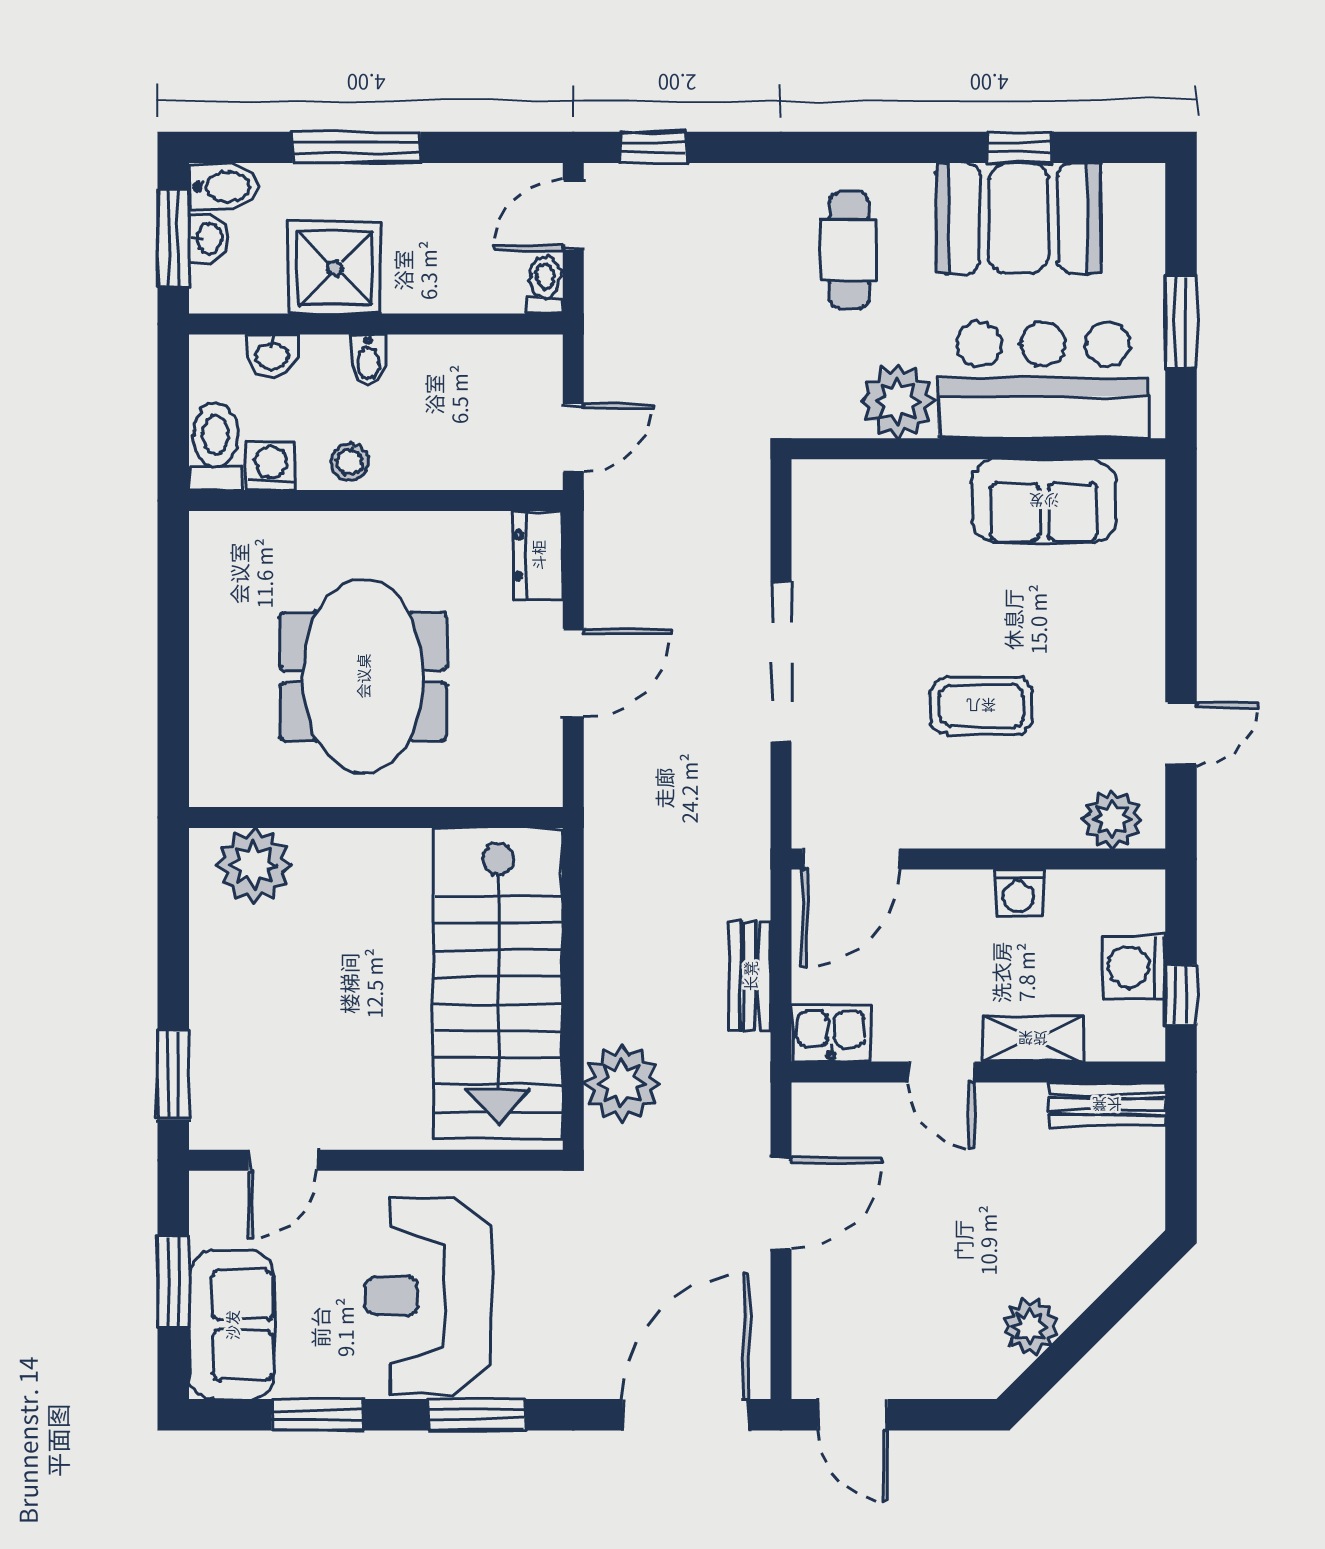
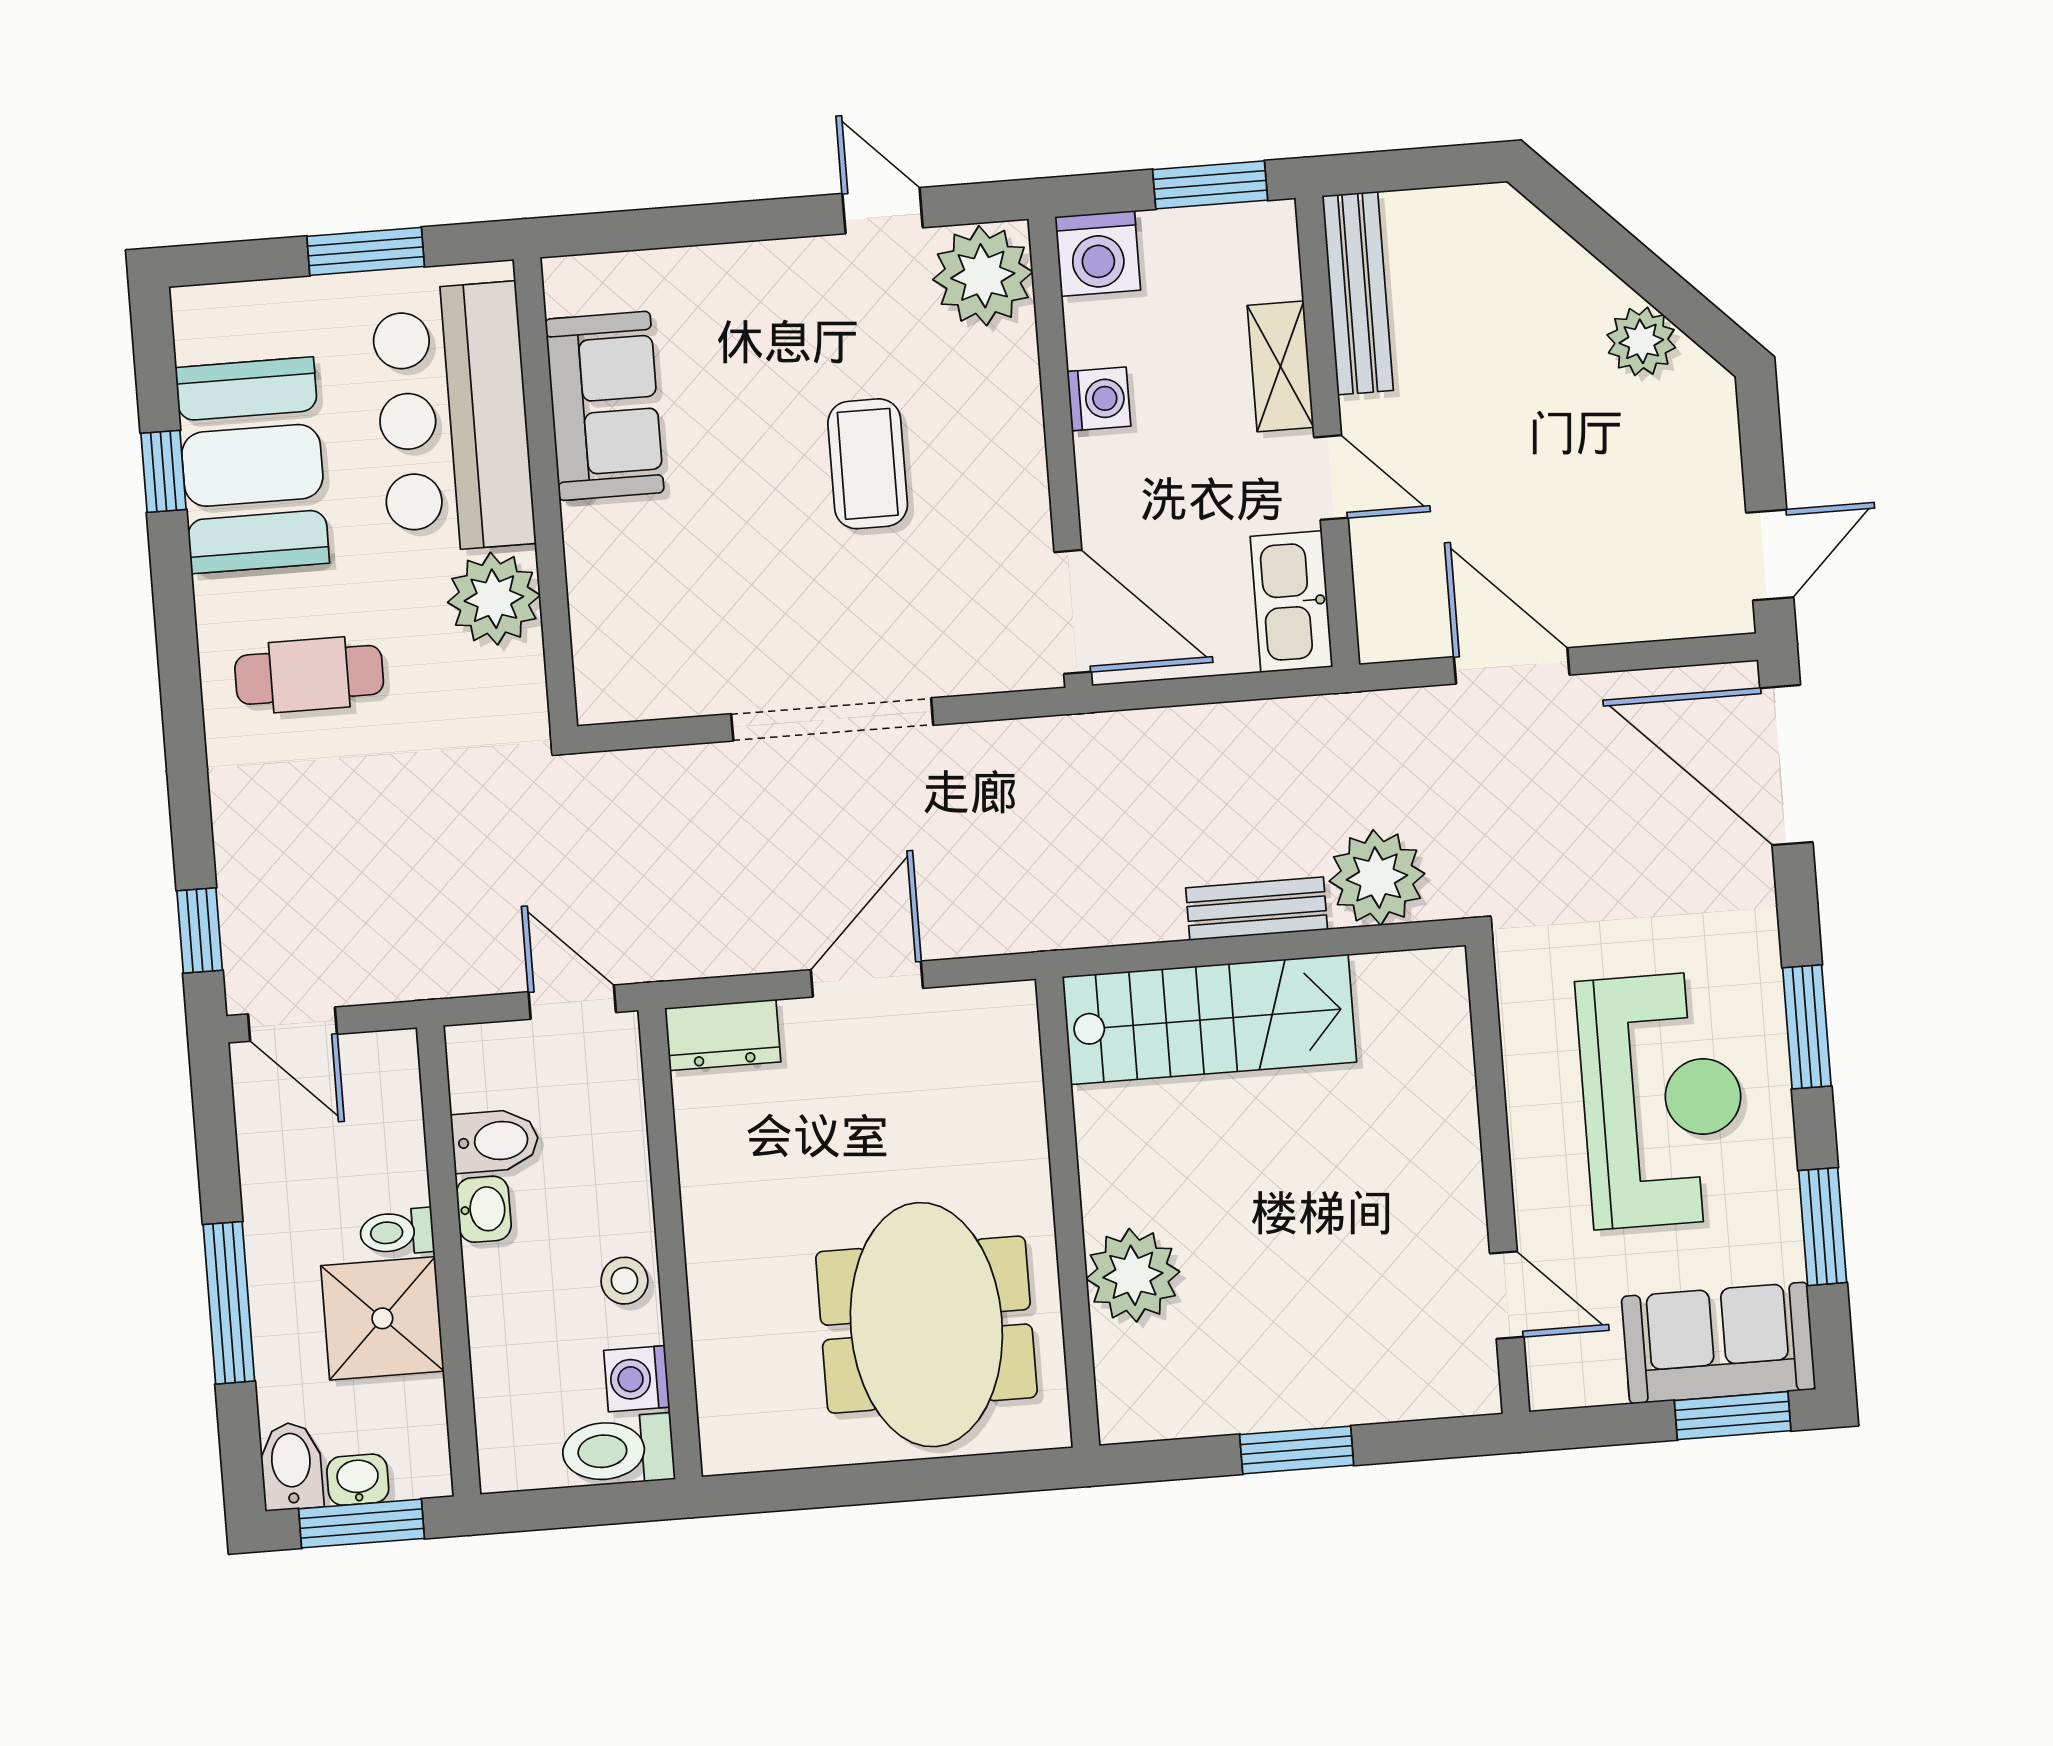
toilet: (545, 285) -> (397, 1232), moved
washbasin: (272, 355) -> (484, 1209), moved
bidet: (368, 359) -> (495, 1141), moved, width x1.38, depth x1.36
door: (573, 673) -> (867, 979), hinge flipped
meeting table: (363, 676) -> (926, 1325), moved, turned 90
plant: (1112, 819) -> (983, 276), width x1.36, depth x1.36
plant: (254, 865) -> (1133, 1275), moved
washing machine: (1134, 967) -> (1098, 253), moved
bench: (750, 976) -> (1257, 909), moved
stairs: (498, 983) -> (1209, 1019), width x0.73, depth x0.66
window: (1181, 994) -> (1210, 185), width x1.50
kitchen sink: (831, 1033) -> (1291, 602), width x1.38
door: (942, 1072) -> (1331, 478), hinge flipped
window: (173, 1075) -> (1297, 1450), moved
bench: (1107, 1105) -> (1358, 293), width x1.36
window: (173, 1282) -> (1733, 1416), moved
reception desk: (428, 1296) -> (1662, 1100), turned -90

